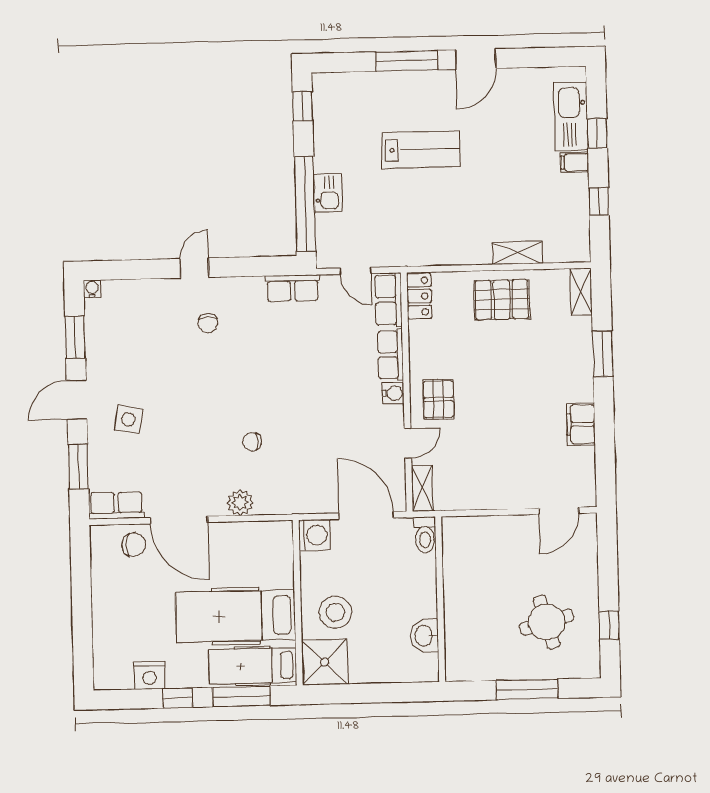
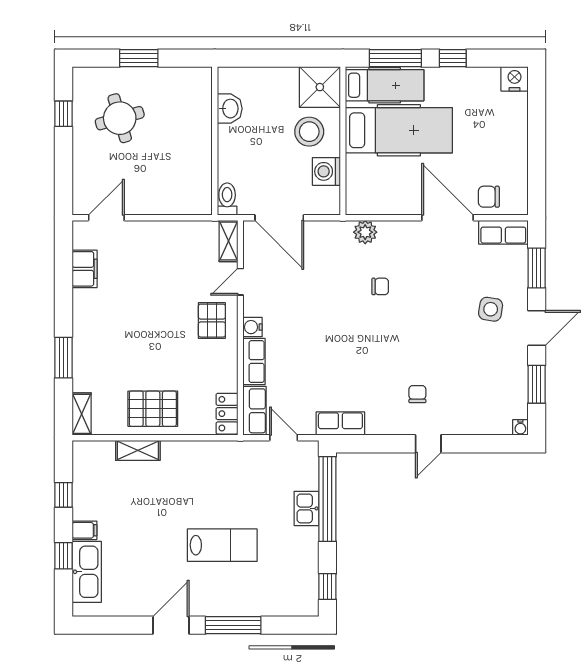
lab bench: (421, 150) -> (222, 545), turned 180
filing cabinet: (581, 424) -> (85, 269), moved
plant: (240, 503) -> (365, 232), moved
washing machine: (314, 535) -> (326, 171), moved
nightstand: (150, 676) -> (515, 79), moved
window: (527, 689) -> (139, 58), width x0.69

